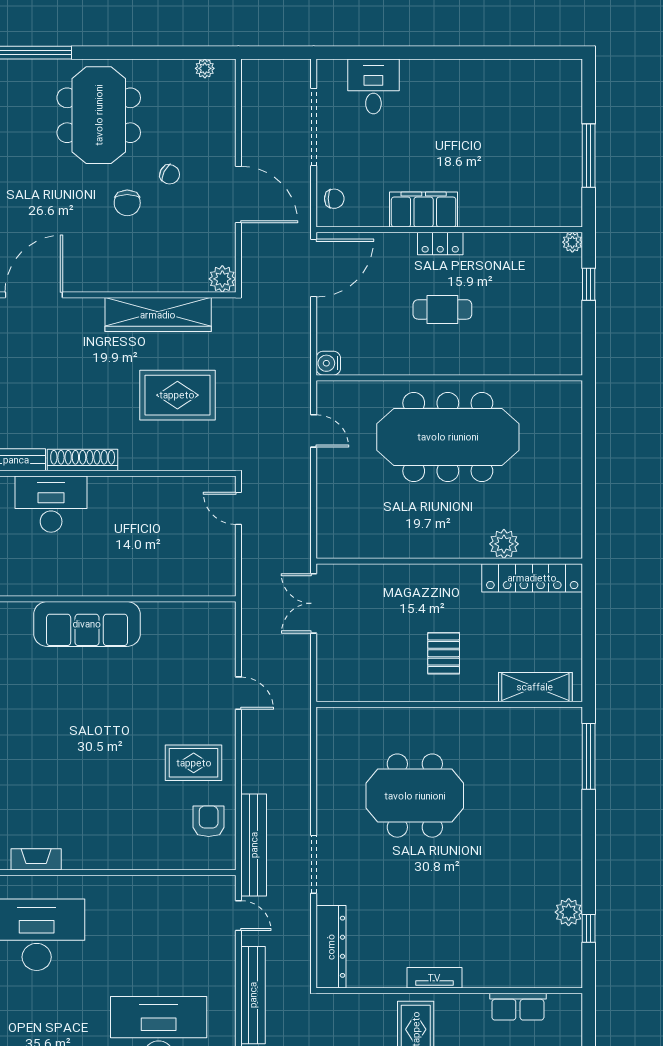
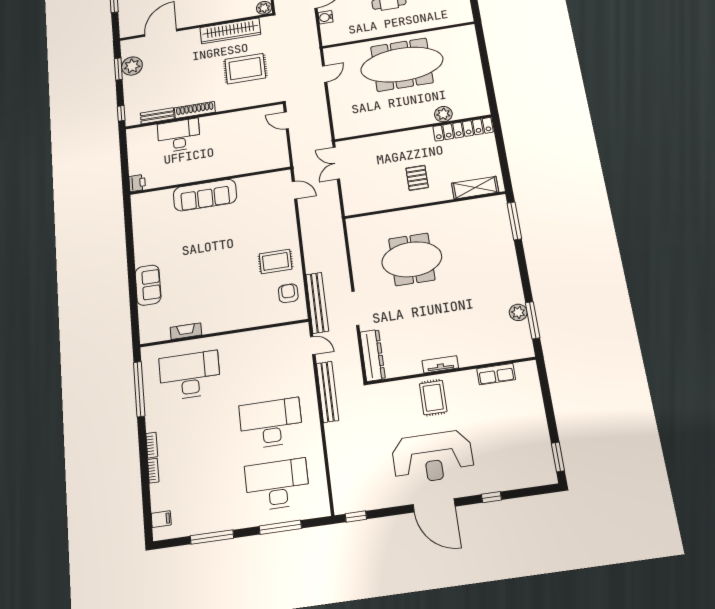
water cooler: (328, 363) -> (325, 17), moved
door: (314, 431) -> (325, 74), hinge flipped
door: (238, 693) -> (294, 190), moved
window: (589, 928) -> (533, 320), width x2.17

